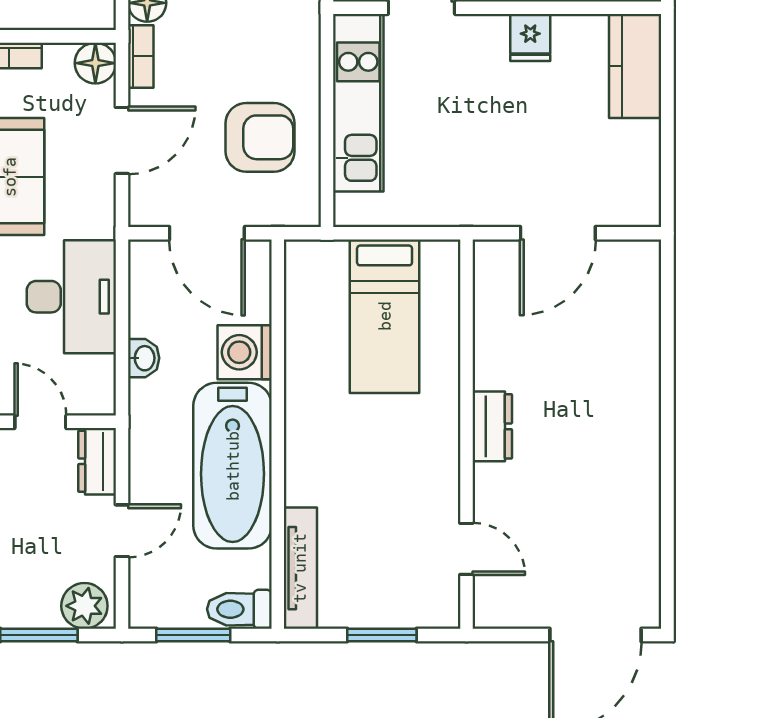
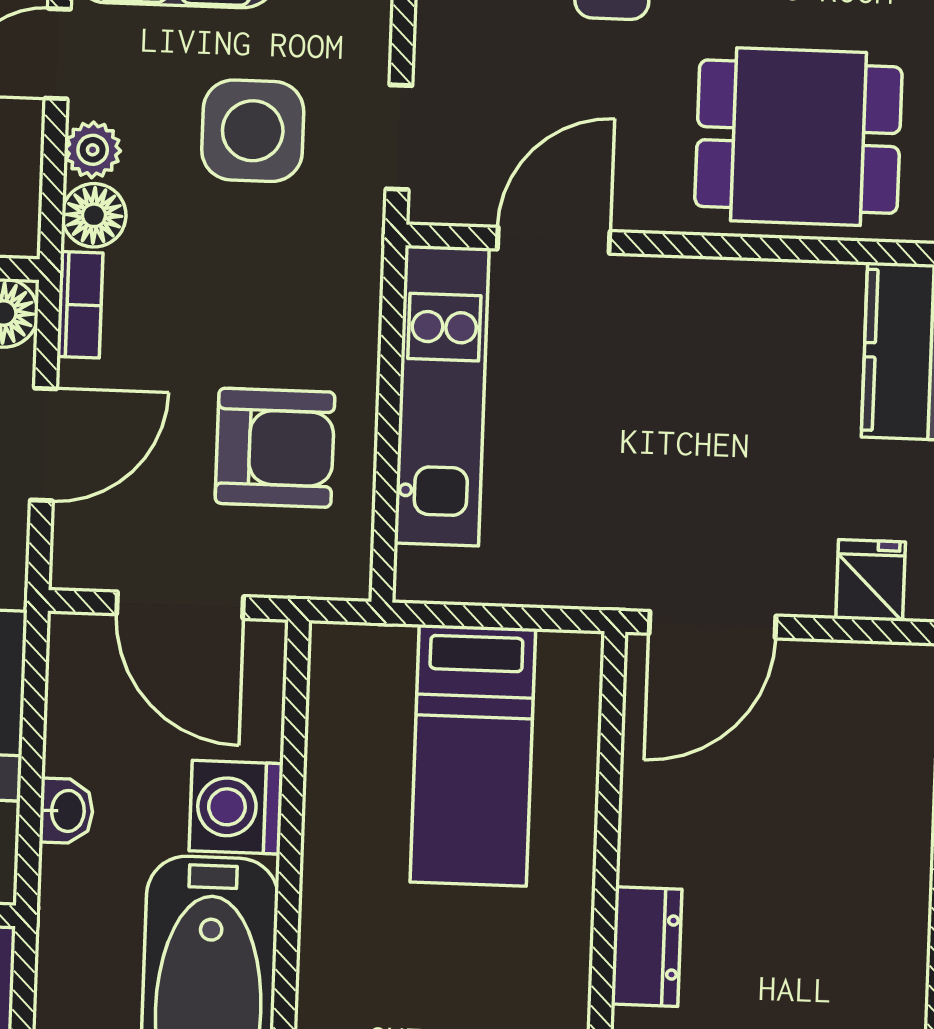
fridge: (530, 38) -> (871, 580), moved, turned 180
door: (558, 233) -> (712, 625), moved

